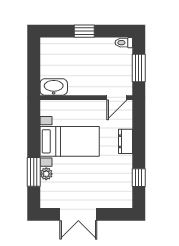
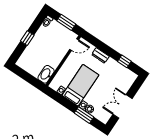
door: (117, 98) -> (74, 45), hinge flipped
double door: (78, 214) -> (122, 106), swing flipped

